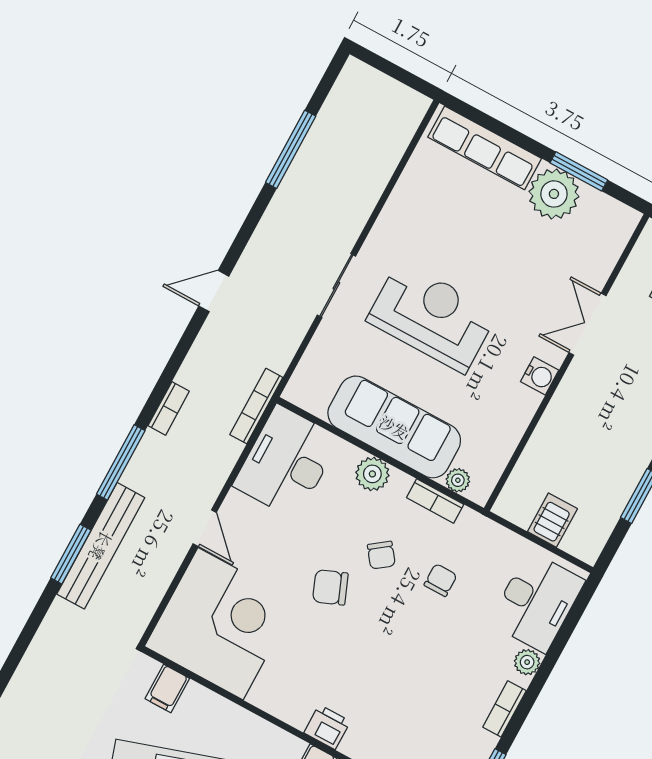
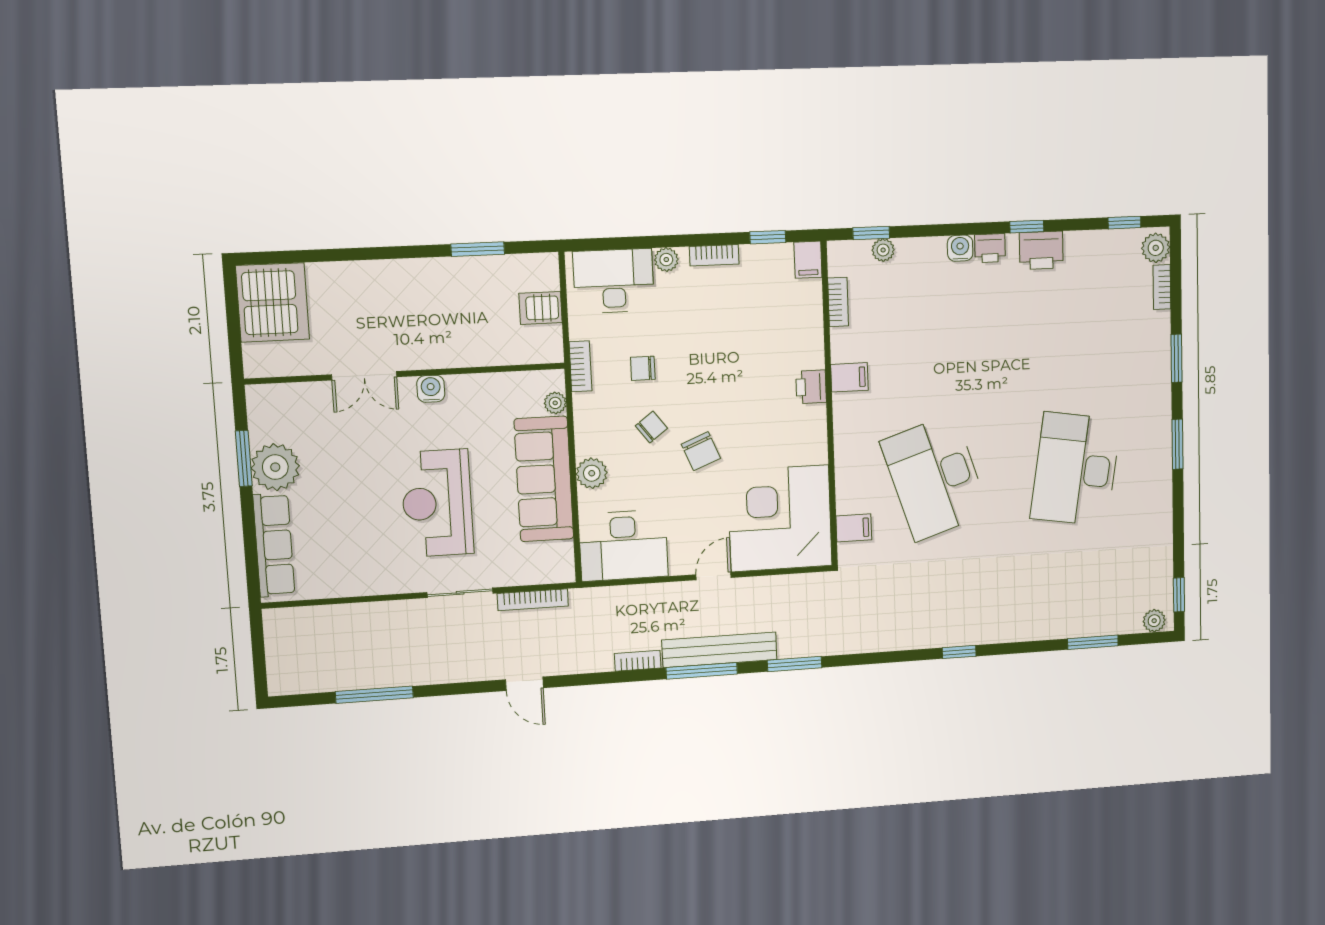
bookcase: (256, 406) -> (533, 600), moved
bookcase: (435, 501) -> (580, 366), moved
bench: (101, 546) -> (719, 650), moved

